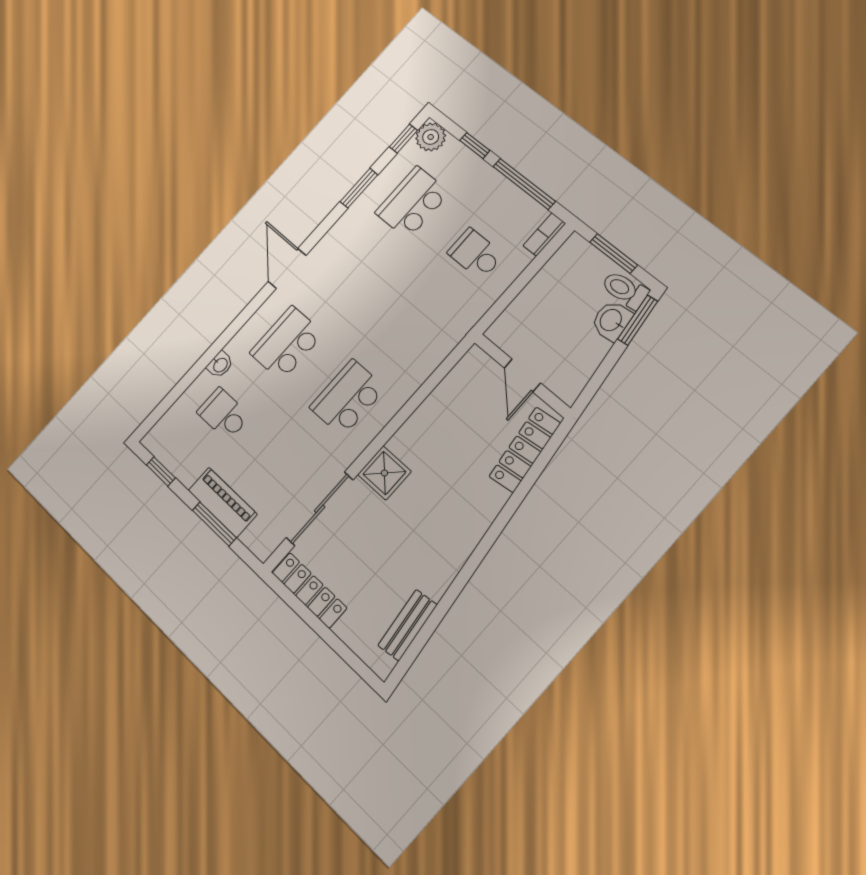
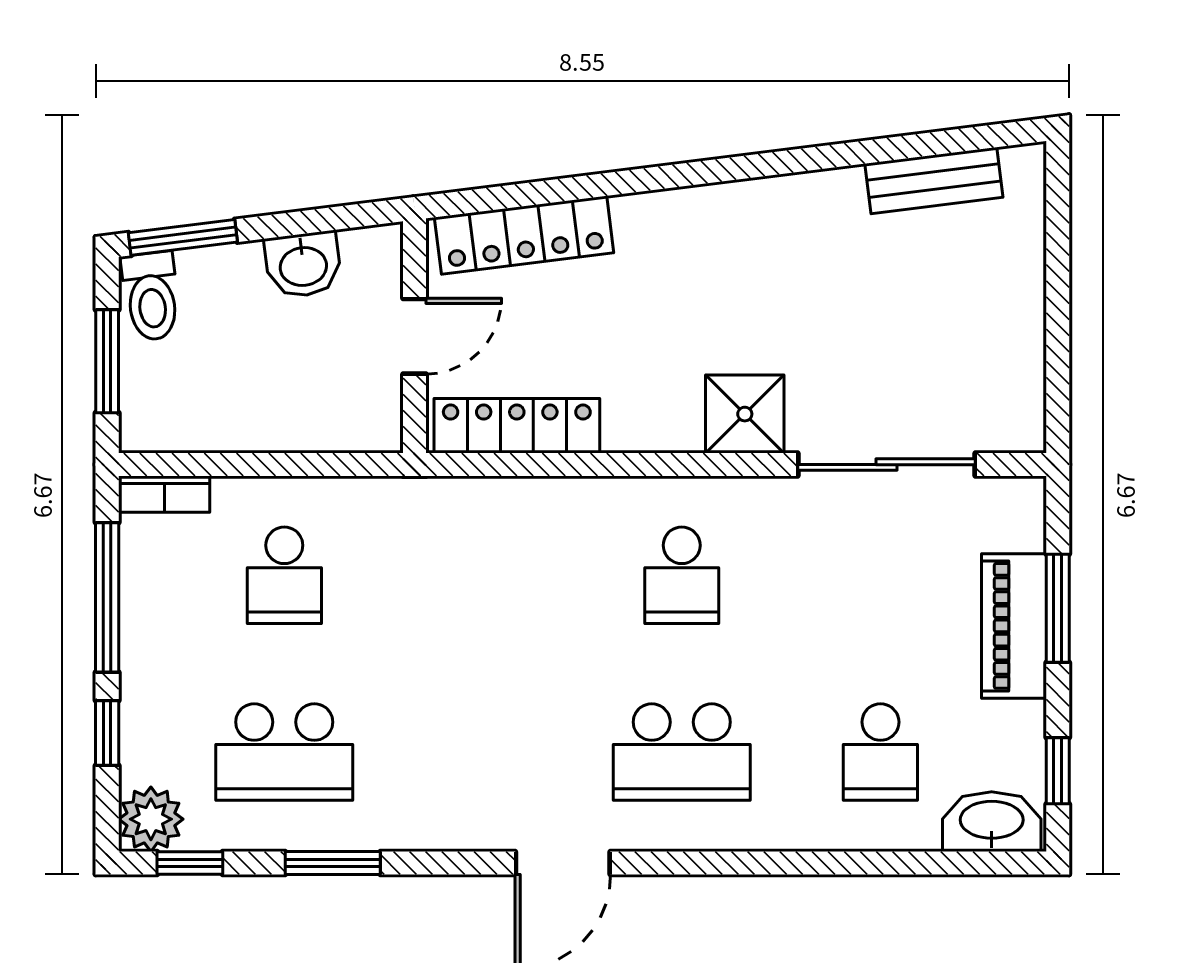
washbasin: (612, 321) -> (303, 265), moved
washbasin: (220, 365) -> (992, 822), moved, width x1.91, depth x1.45
school desk: (347, 398) -> (682, 575), width x0.54
locker: (309, 590) -> (517, 426), moved, turned 90

